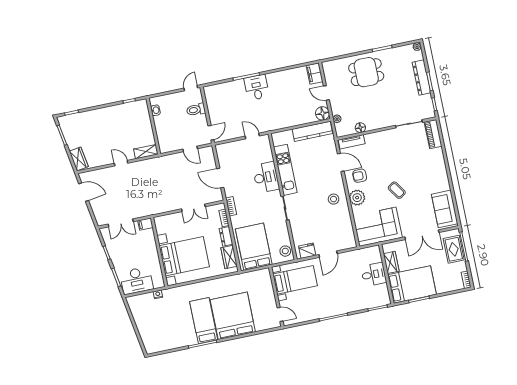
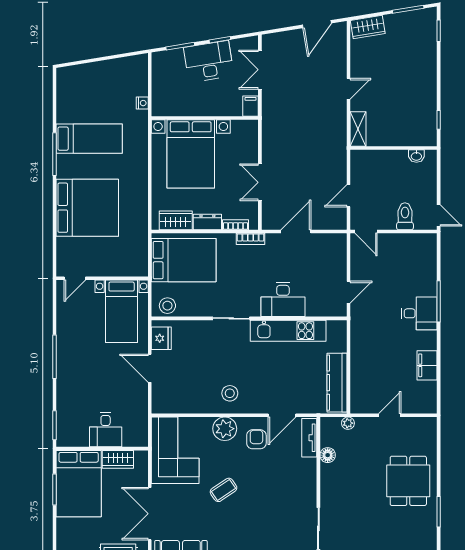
filing cabinet: (315, 74) -> (427, 365), moved, turned -90
floor lamp: (322, 113) -> (360, 403), removed
desk: (137, 281) -> (209, 61), moved, turned 81
bed: (204, 321) -> (89, 139), moved

